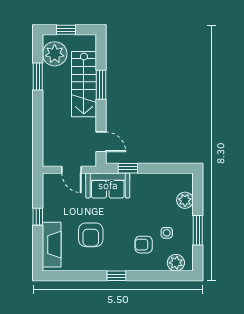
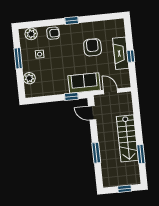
plant: (55, 54) -> (131, 171), removed
stairs: (84, 84) -> (127, 138), moved, turned 180
fireplace: (52, 245) -> (121, 53), moved
armchair: (144, 245) -> (53, 33), moved

